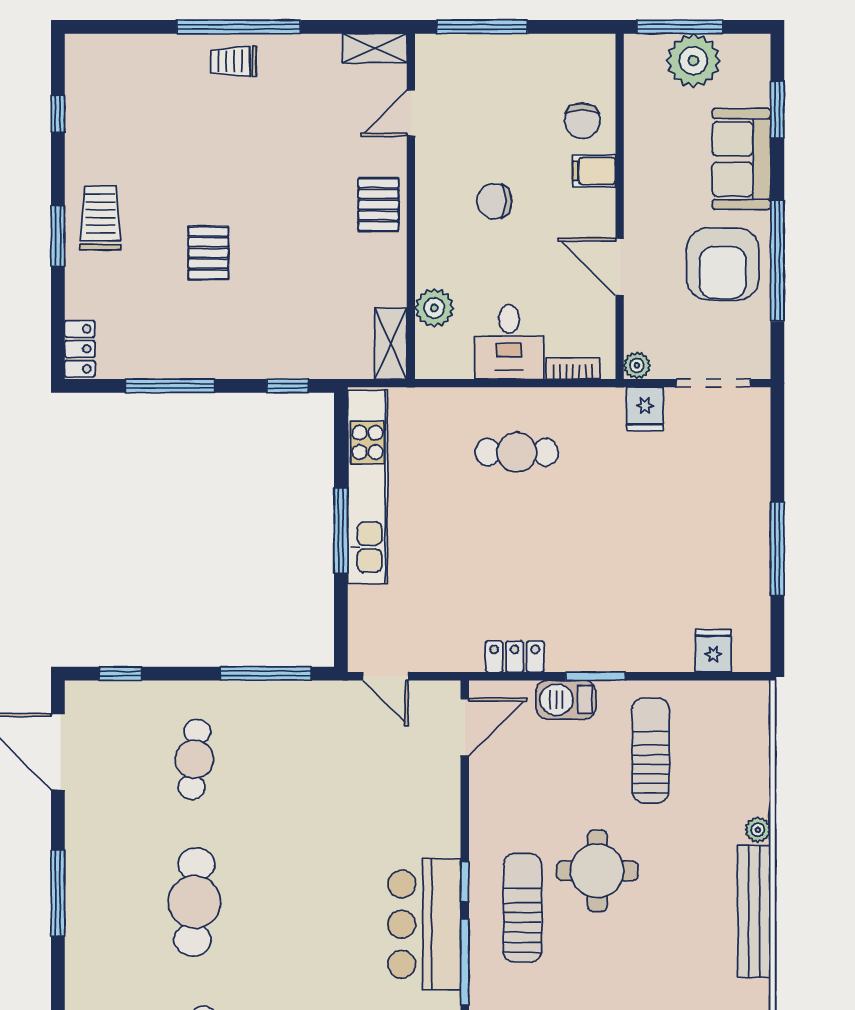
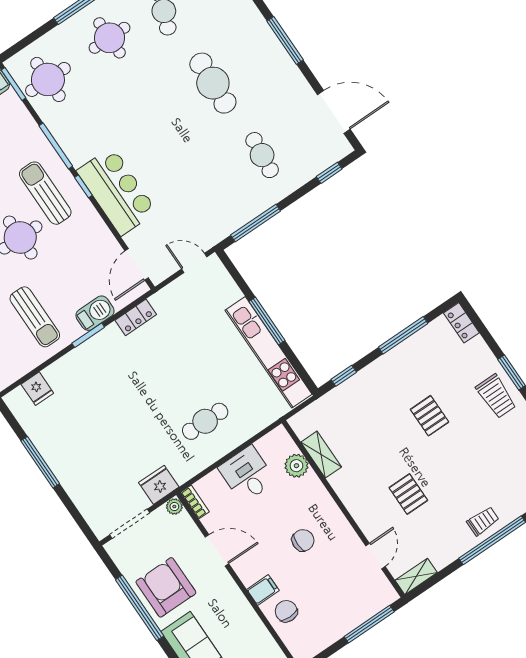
pallet: (378, 205) -> (408, 494), moved
shelving: (391, 343) -> (321, 455), moved
bookcase: (573, 368) -> (195, 502), moved, turned -90
fridge: (645, 409) -> (159, 485), width x1.38
sun lounger: (522, 908) -> (45, 193), turned 180
bar counter: (424, 924) -> (117, 191), moved

